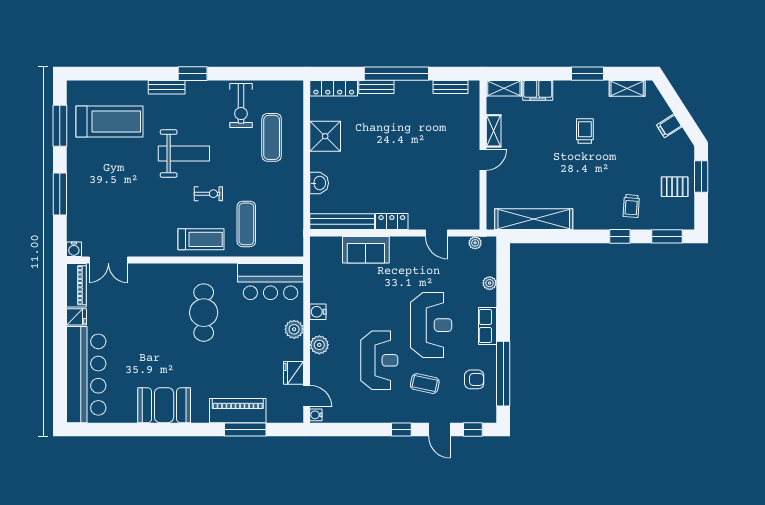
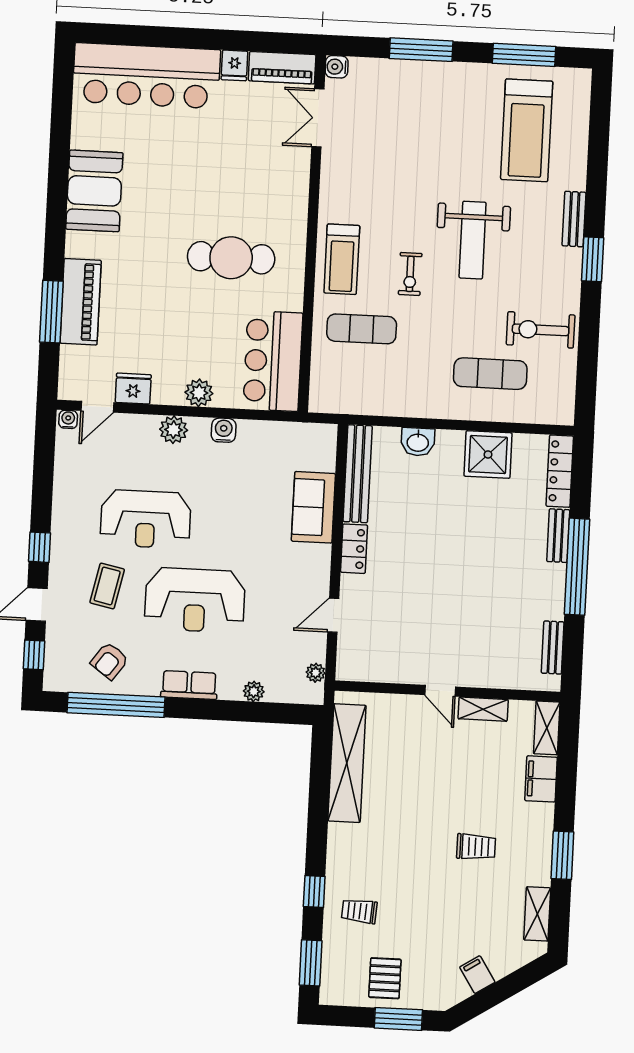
armchair: (474, 379) -> (110, 661), turned 36

